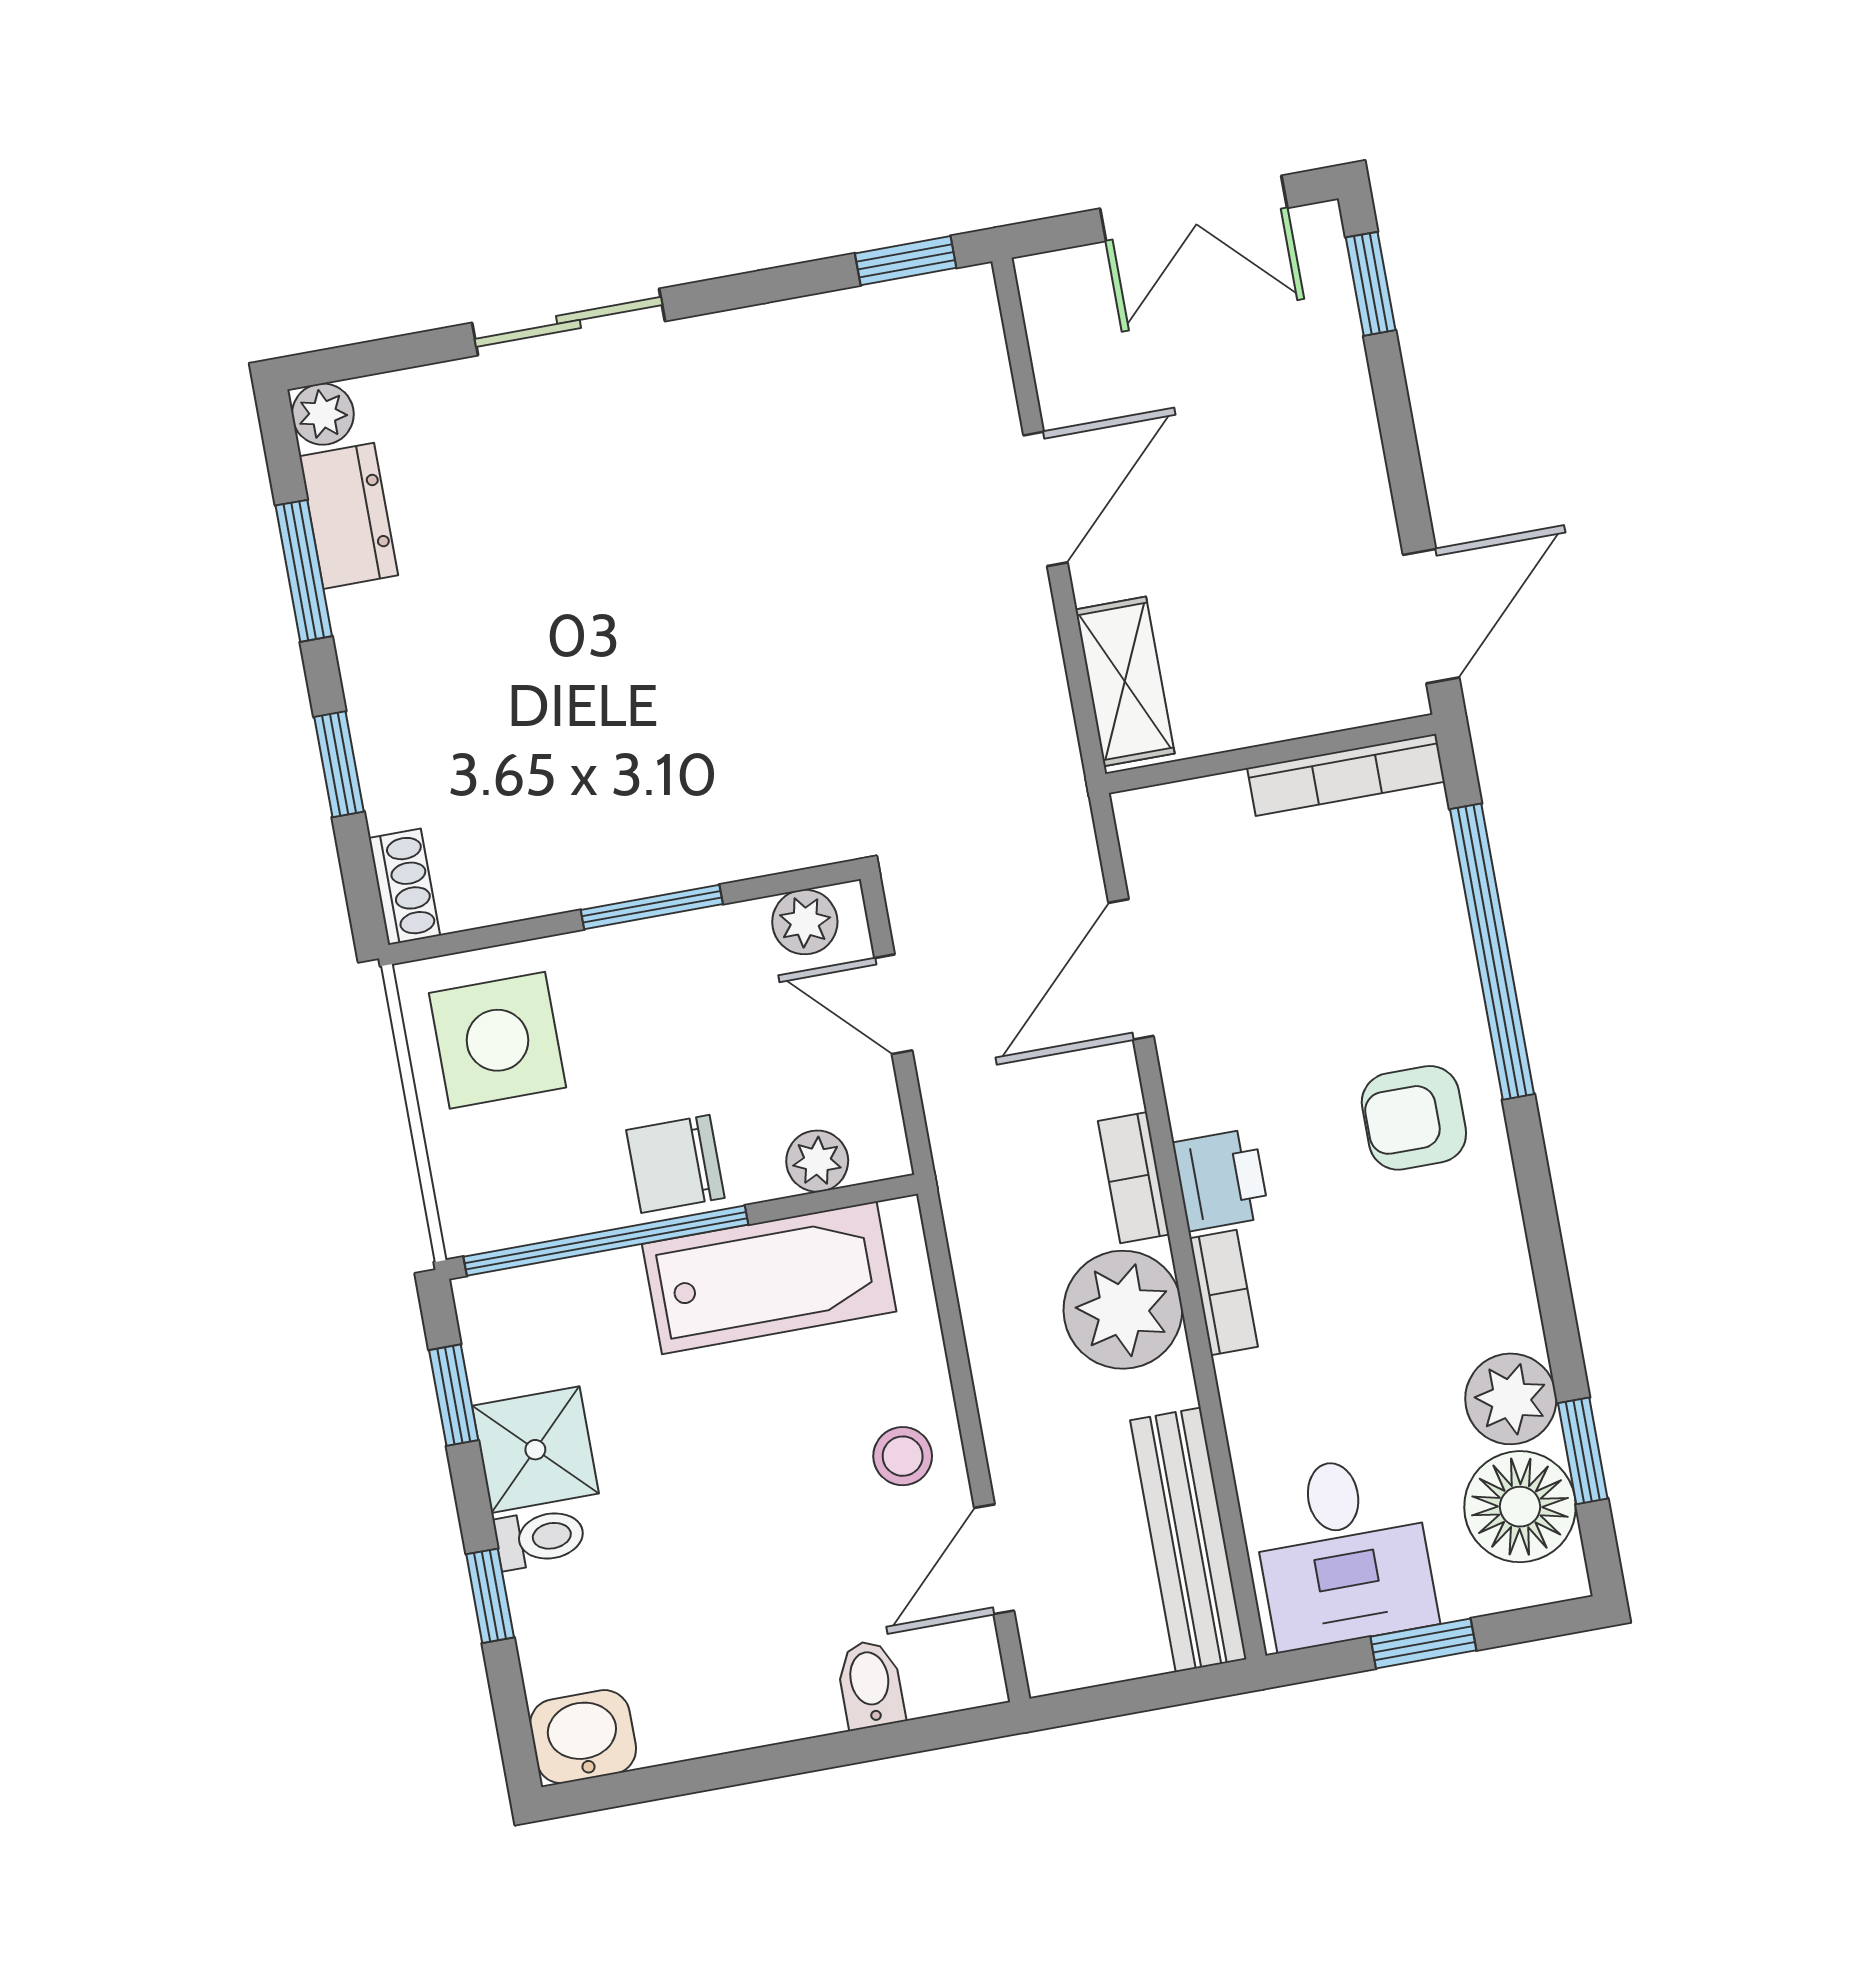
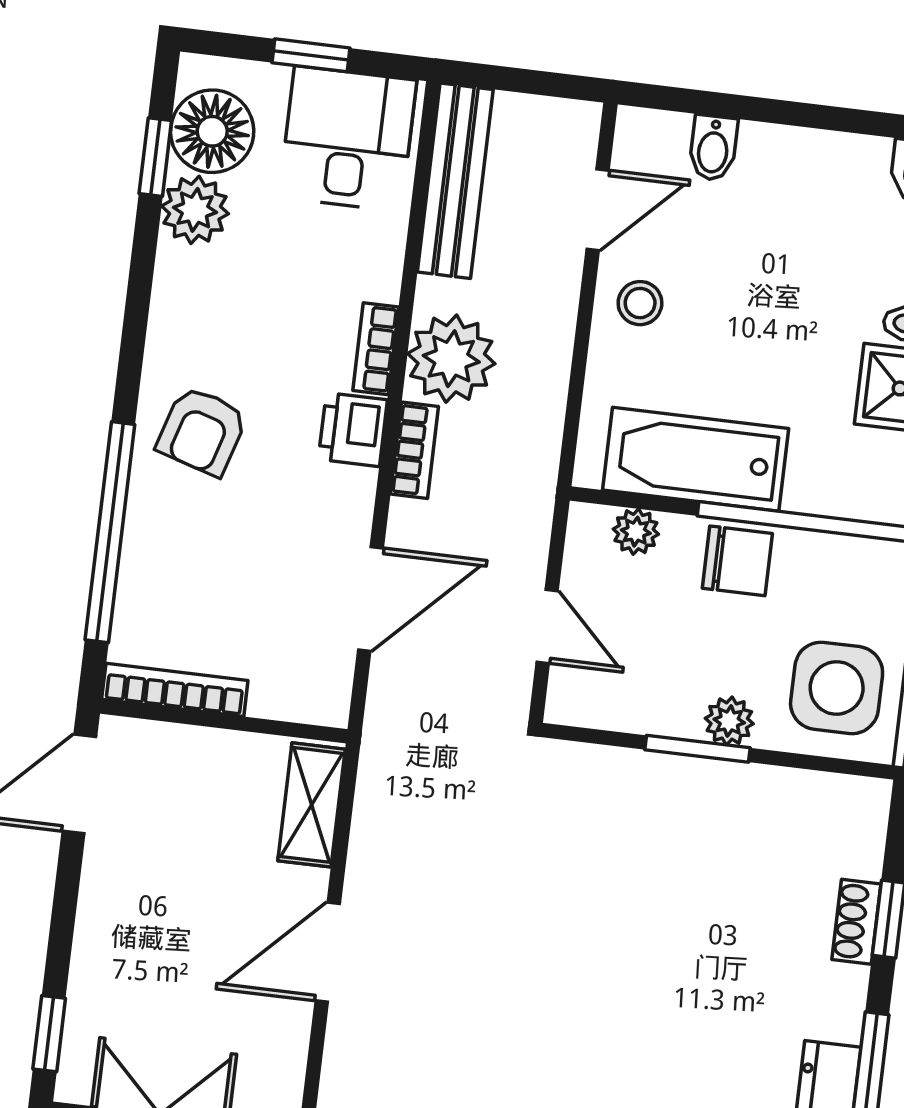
shoe rack: (404, 887) -> (856, 922), moved
plant: (805, 922) -> (729, 721), moved
armchair: (1414, 1118) -> (202, 431), turned 107

